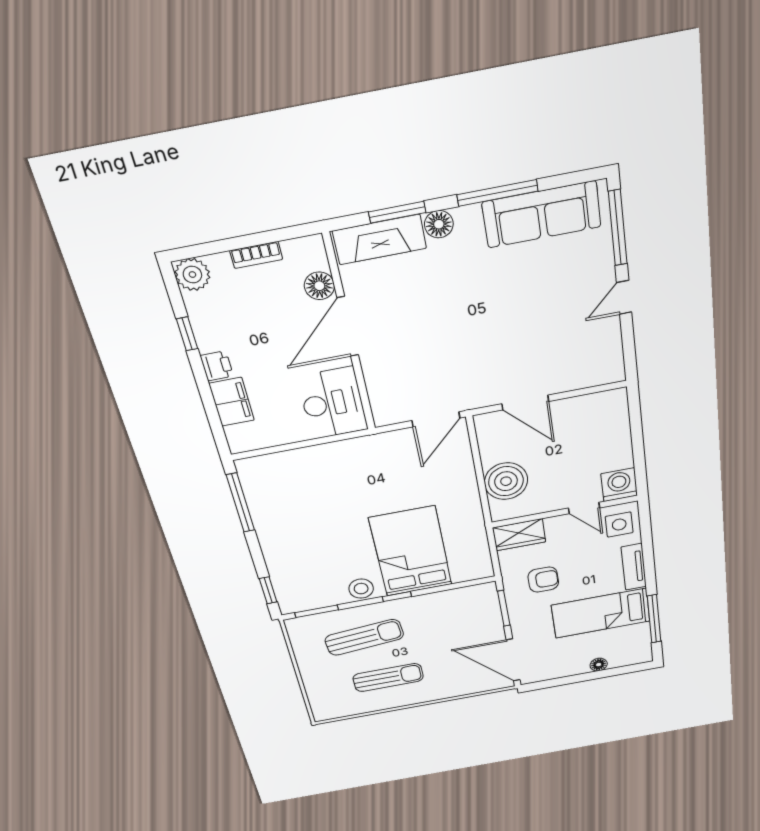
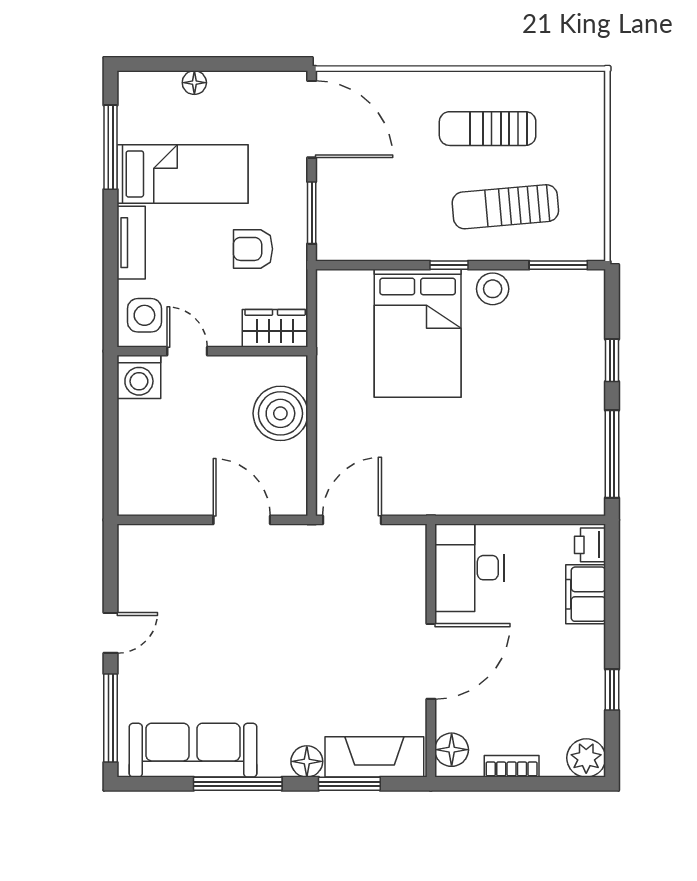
floor lamp: (319, 286) -> (452, 750), moved
printer: (217, 366) -> (590, 545), moved
window: (268, 590) -> (612, 360), moved

